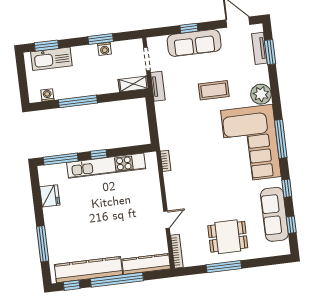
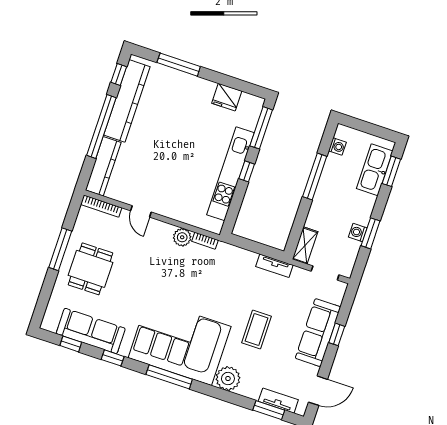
tv unit: (158, 86) -> (274, 266), moved
plant: (171, 179) -> (182, 237), added

